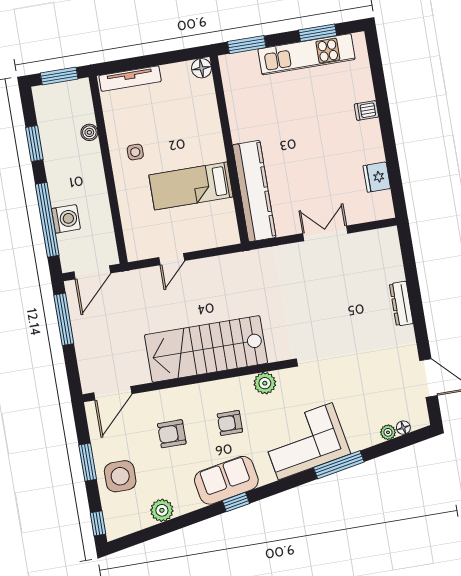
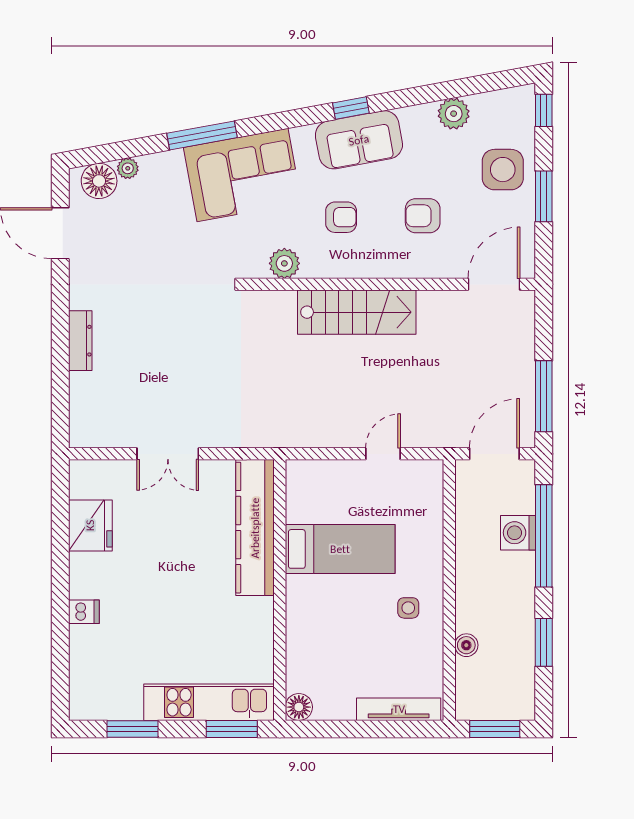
kitchen unit: (306, 54) -> (209, 702), moved
fridge: (377, 177) -> (90, 525), width x1.36, depth x1.34
stairs: (206, 349) -> (357, 312), width x0.73, depth x0.66
floor lamp: (403, 428) -> (99, 181), width x1.89, depth x1.89
armchair: (172, 434) -> (423, 216), turned 180

